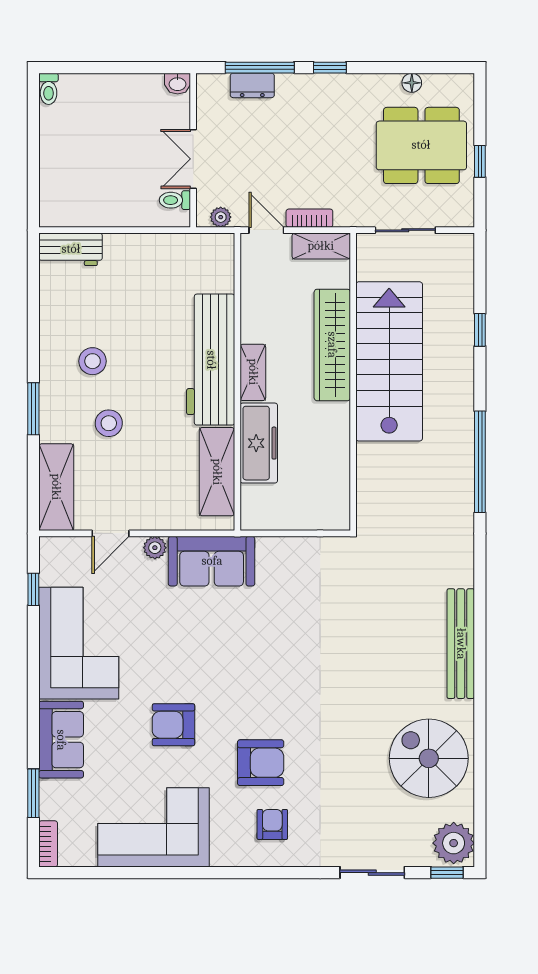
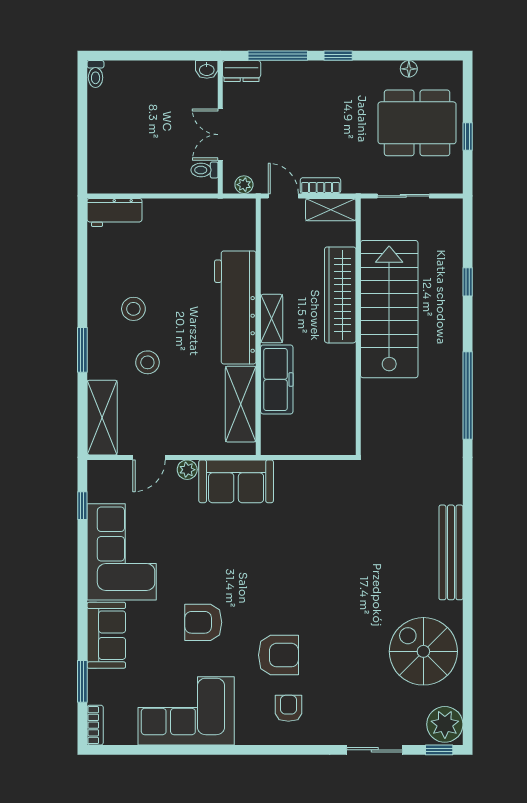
dresser: (252, 85) -> (242, 71), moved

